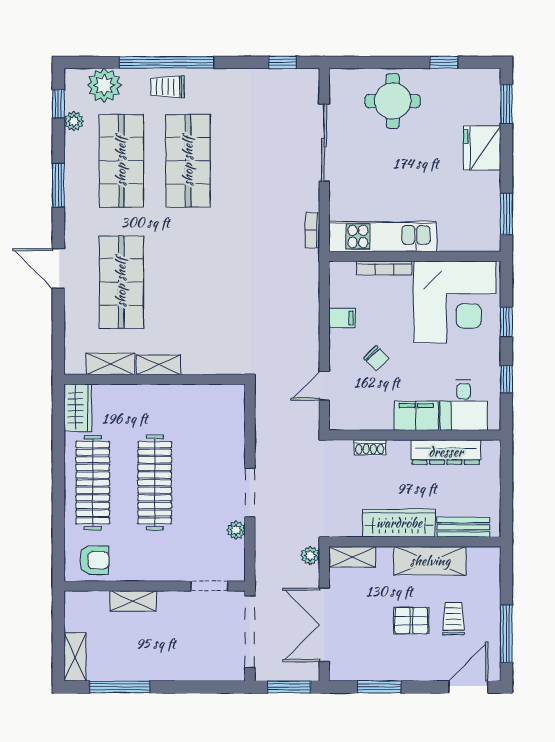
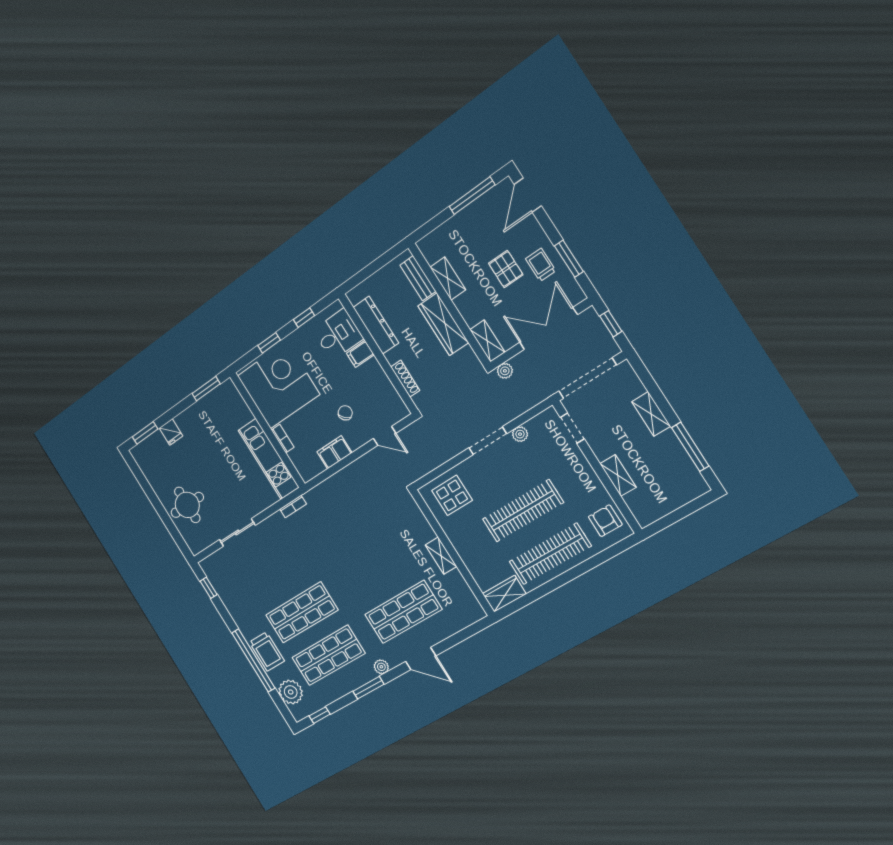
window: (444, 62) -> (147, 488), removed
trolley: (167, 87) -> (267, 651), width x1.36, depth x1.39
plant: (74, 121) -> (381, 667), moved
sliding door: (324, 143) -> (237, 532), width x0.73
fridge: (482, 148) -> (171, 432), width x0.53, depth x0.75
bookcase: (384, 268) -> (283, 439), width x0.64
door: (58, 269) -> (421, 659), hinge flipped
filing cabinet: (342, 318) -> (334, 452), width x2.00
shelving: (110, 364) -> (461, 588), removed
filing cabinet: (416, 416) -> (360, 354), width x0.50
display table: (216, 418) -> (452, 495), added
shoe rack: (370, 447) -> (405, 379), width x1.43
shelving: (430, 561) -> (448, 279), width x0.67, depth x0.75
trolley: (453, 619) -> (541, 265), moved, turned 90
double door: (324, 625) -> (548, 329), swing flipped
shelving: (75, 657) -> (651, 414), moved, turned 90
window: (289, 687) -> (611, 324), width x0.67
door: (468, 687) -> (528, 195), hinge flipped

